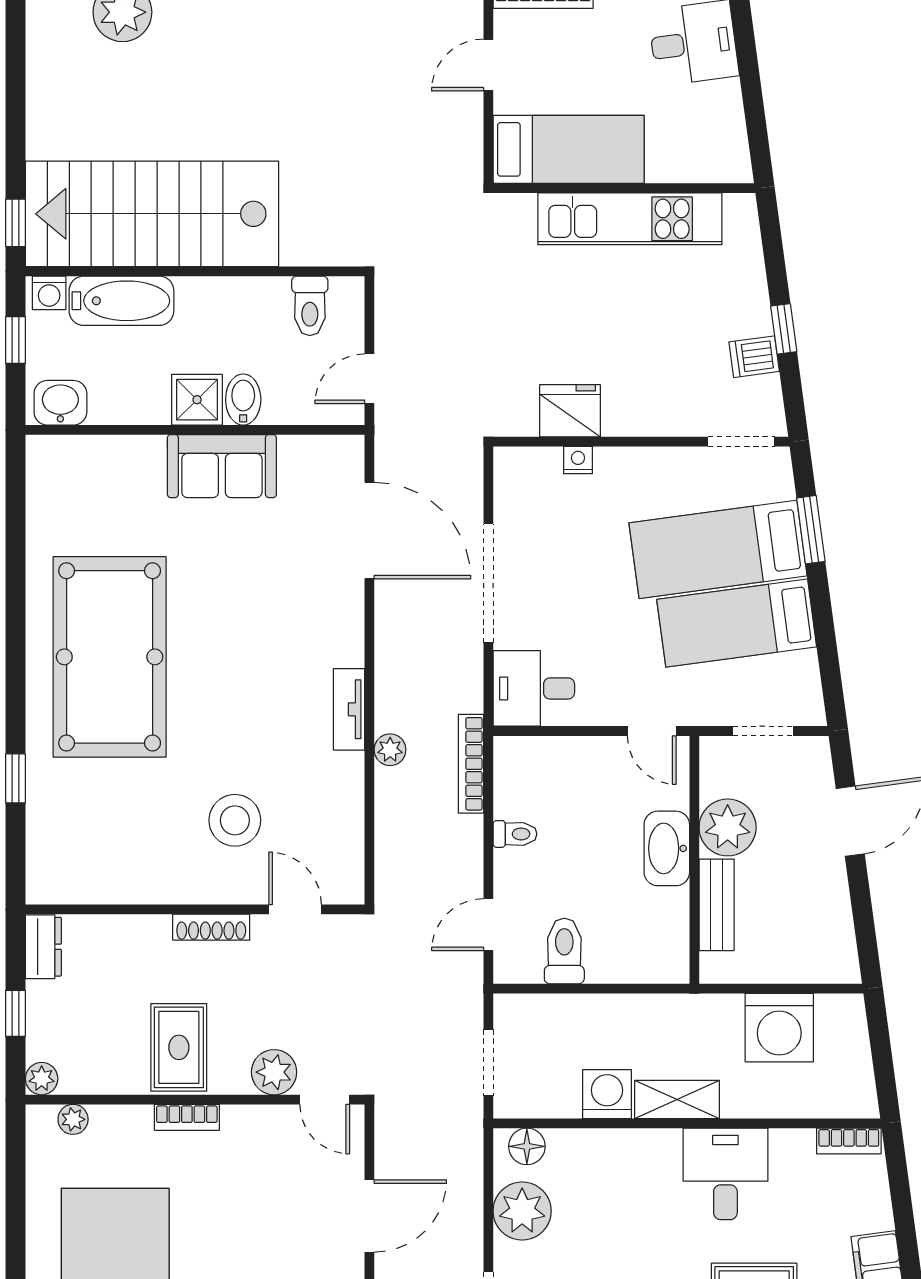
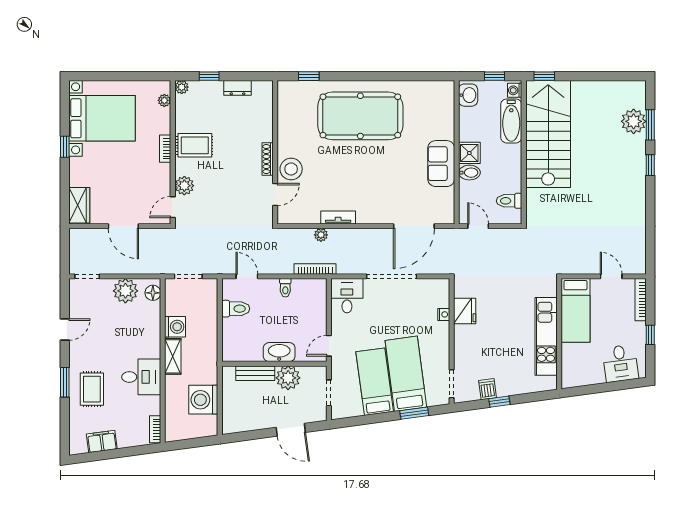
wall: (195, 909) -> (275, 152), moved
door: (295, 909) -> (275, 195), moved
shoe rack: (211, 927) -> (268, 159), moved

